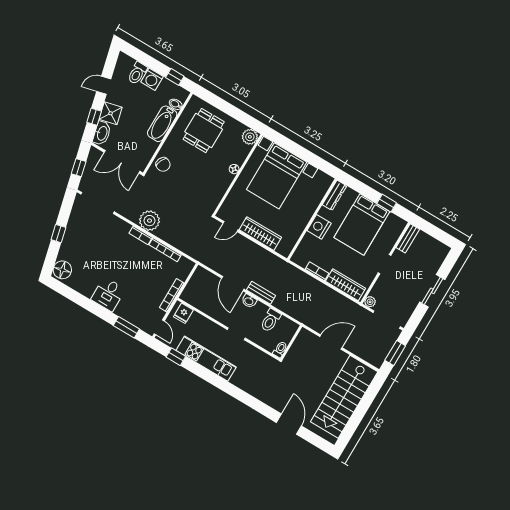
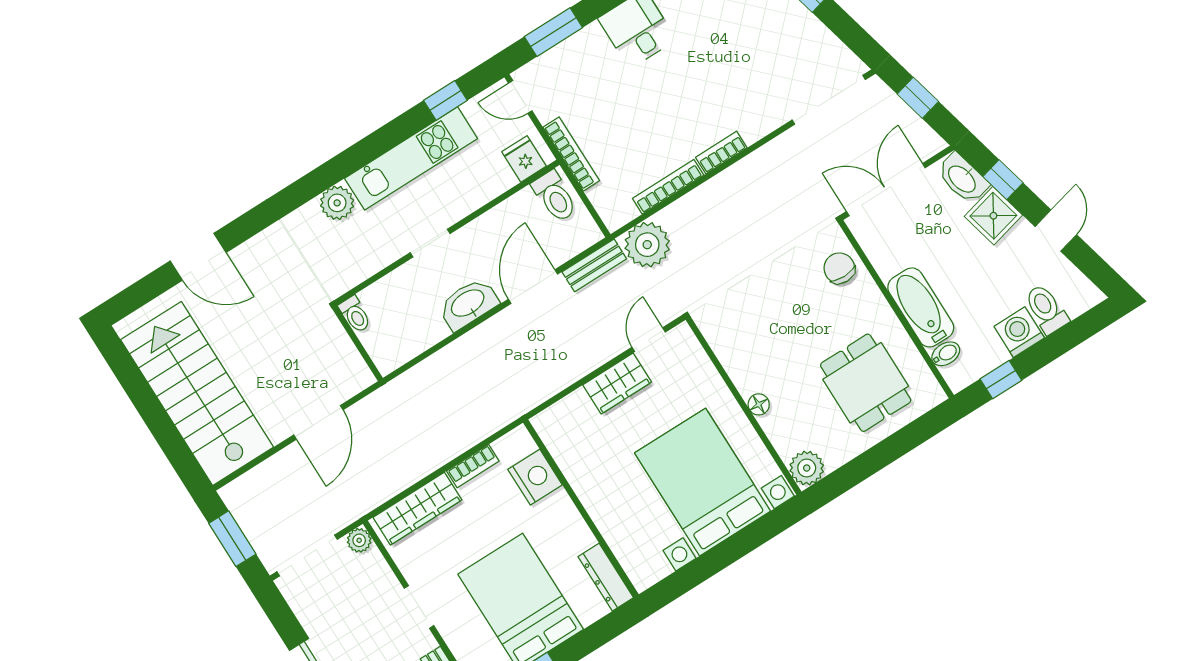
chair: (163, 164) -> (839, 268), turned 65
plant: (149, 221) -> (647, 245), moved
nightstand: (319, 227) -> (535, 477), moved
wardrobe: (260, 234) -> (617, 383), width x0.67
door: (233, 284) -> (533, 287), hinge flipped
bench: (261, 293) -> (594, 265), moved
washbasin: (249, 301) -> (468, 304), width x1.91, depth x1.45
toilet: (270, 320) -> (555, 196), moved, turned 180
plant: (239, 379) -> (337, 203), added

